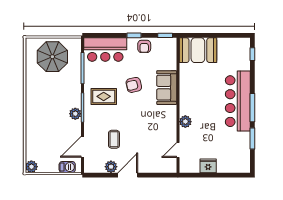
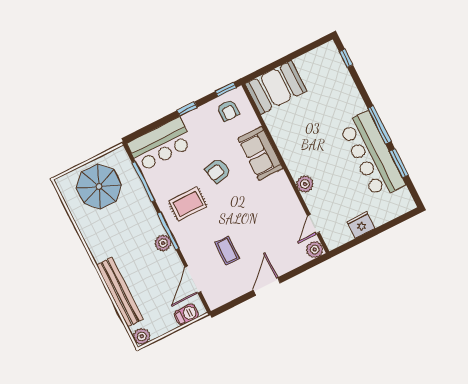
armchair: (144, 46) -> (228, 111), moved
bar counter: (238, 101) -> (372, 155), moved
bench: (32, 131) -> (120, 292), added
plant: (111, 167) -> (315, 249), moved

